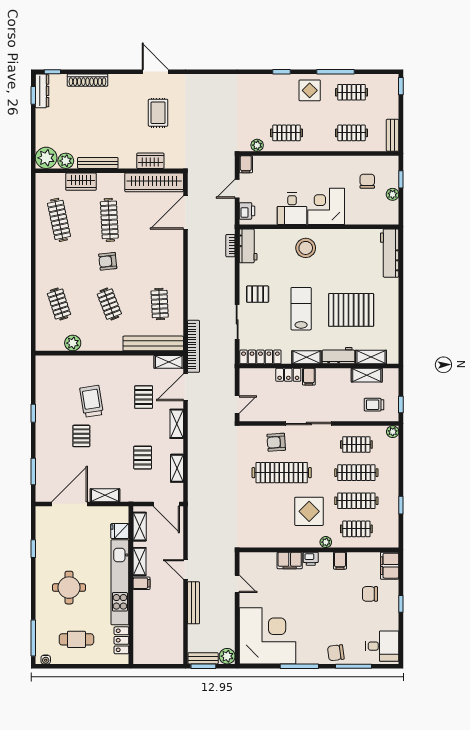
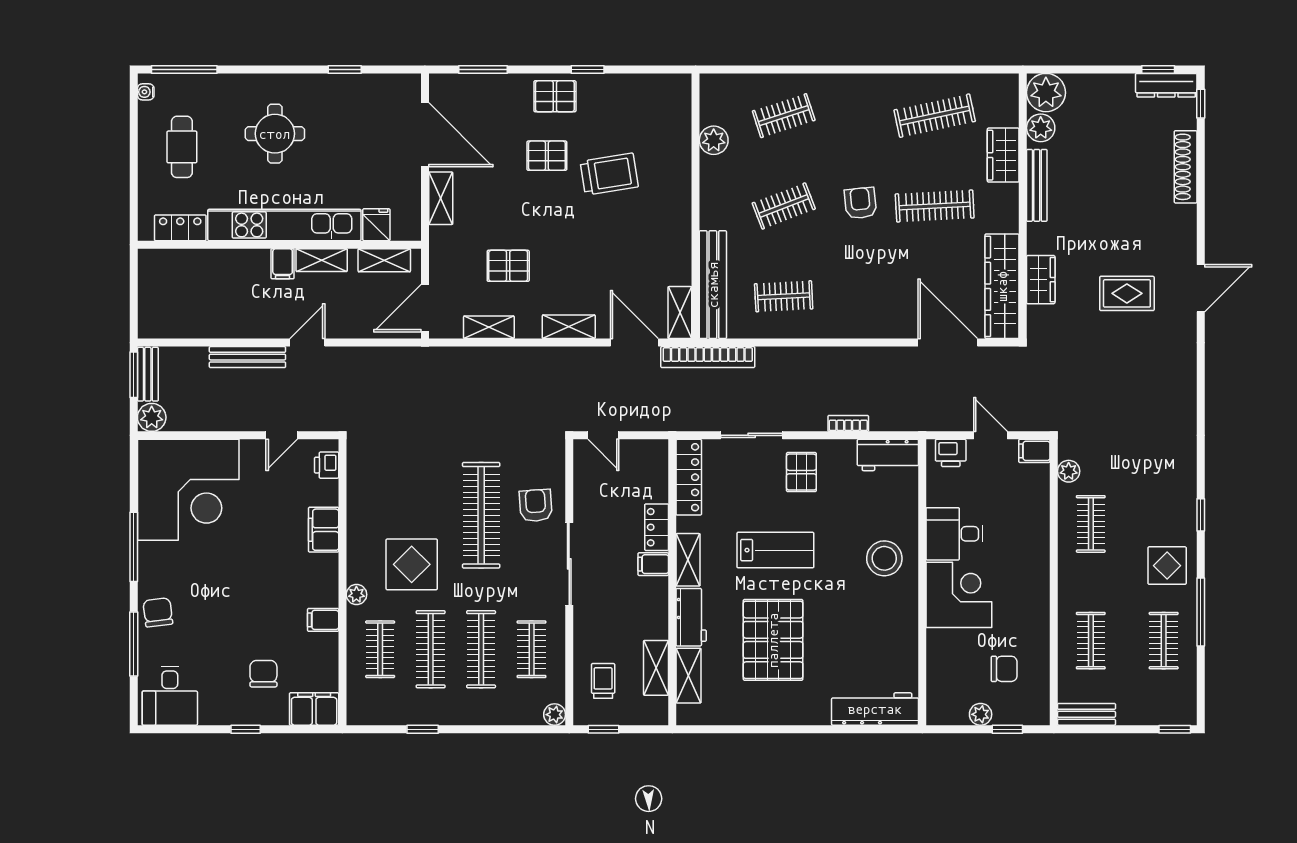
bookcase: (230, 246) -> (848, 423), moved
pallet: (144, 397) -> (555, 96), moved
printer: (311, 559) -> (327, 465), moved

